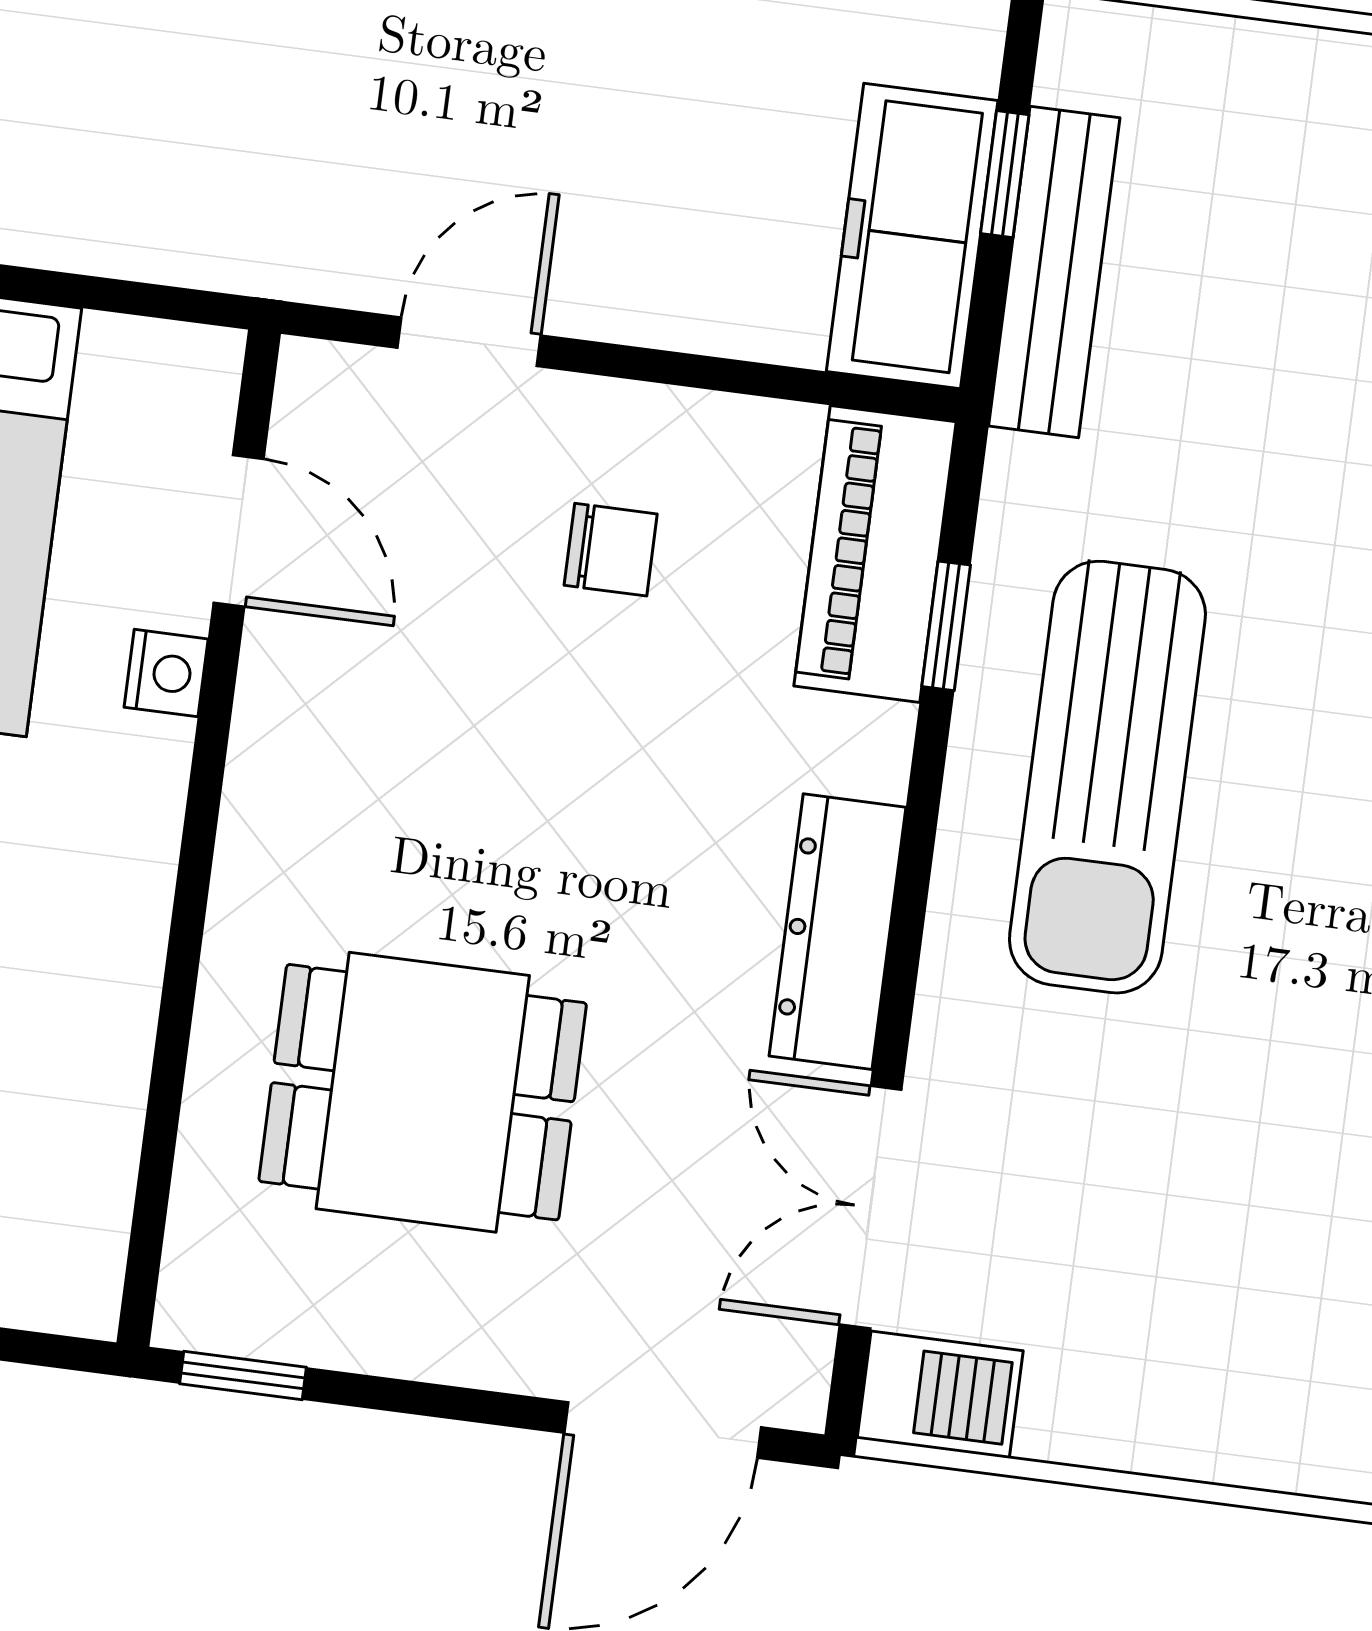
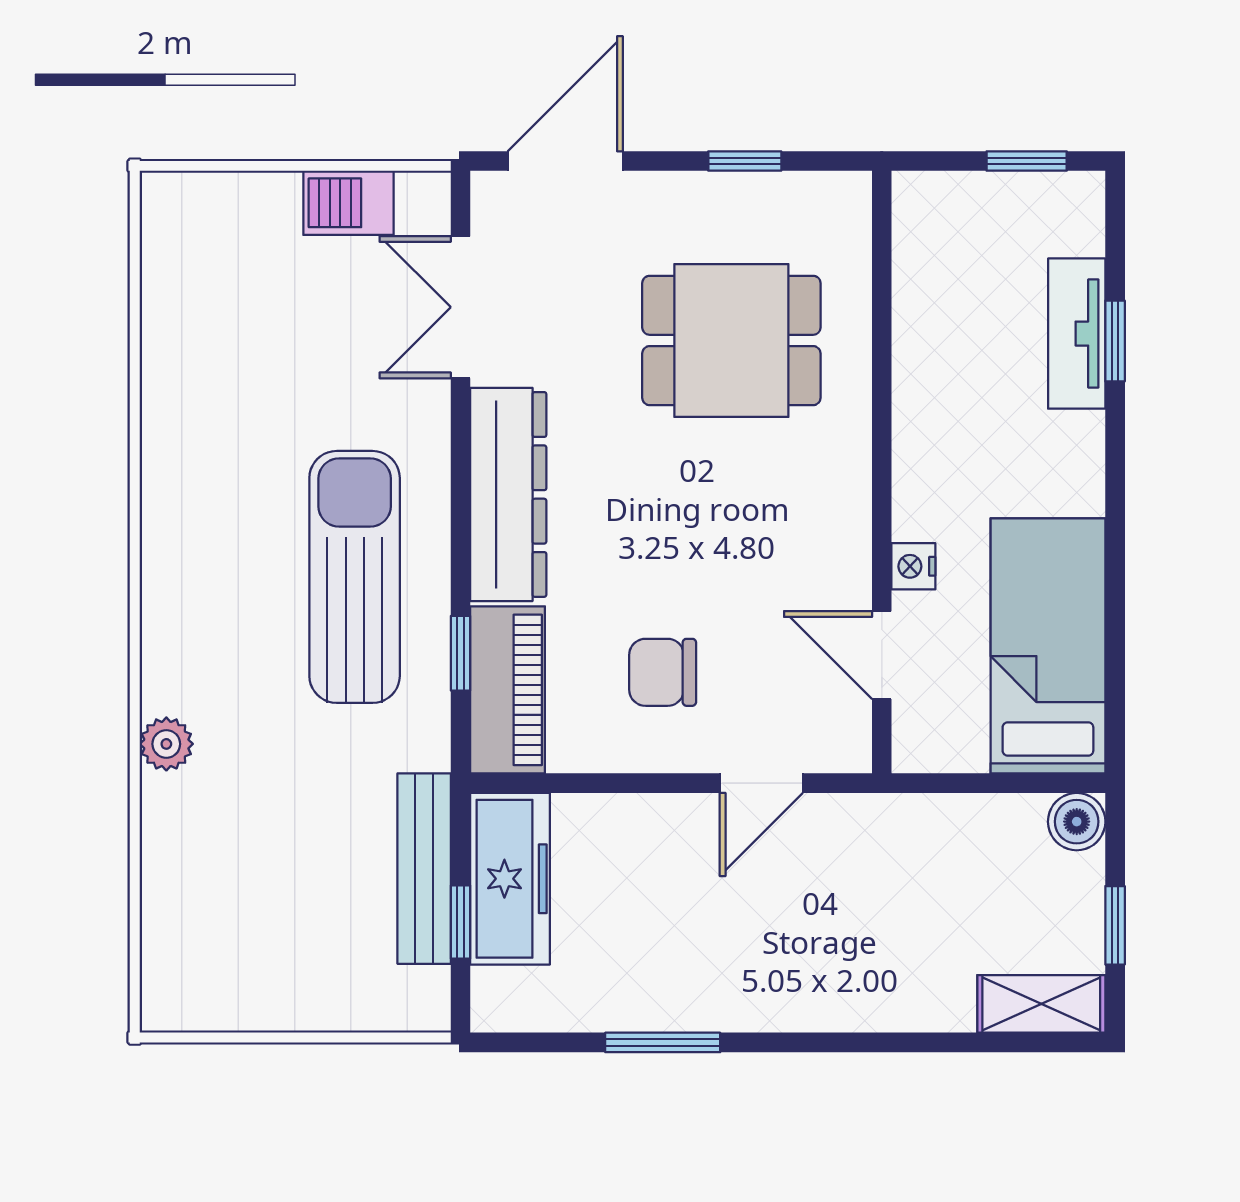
chair: (611, 550) -> (663, 672), width x1.37, depth x1.37
dresser: (838, 932) -> (508, 494), width x1.37, depth x1.24
double door: (871, 1207) -> (460, 307), swing flipped
window: (243, 1376) -> (745, 161), moved
barbecue: (940, 1395) -> (348, 203), moved

